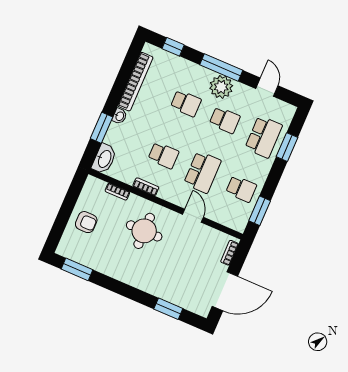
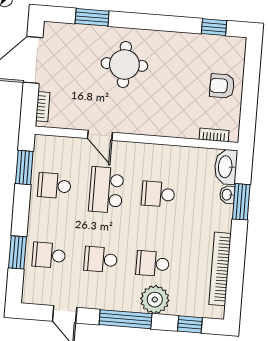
plant: (221, 87) -> (155, 300), moved
washbasin: (119, 116) -> (227, 195), moved
school desk: (264, 137) -> (49, 255), width x0.54
bookcase: (146, 187) -> (166, 151), removed
bookcase: (117, 192) -> (214, 135), moved
round table: (144, 231) -> (124, 65), moved
window: (77, 269) -> (214, 27), width x0.67

